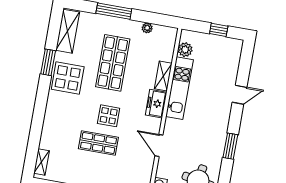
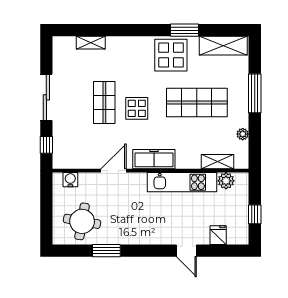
fridge: (231, 65) -> (218, 235), added
shelving: (163, 76) -> (217, 162), moved
freezer: (156, 104) -> (154, 159), width x1.40
window: (230, 146) -> (106, 251), moved
shelving: (42, 162) -> (91, 43), moved

